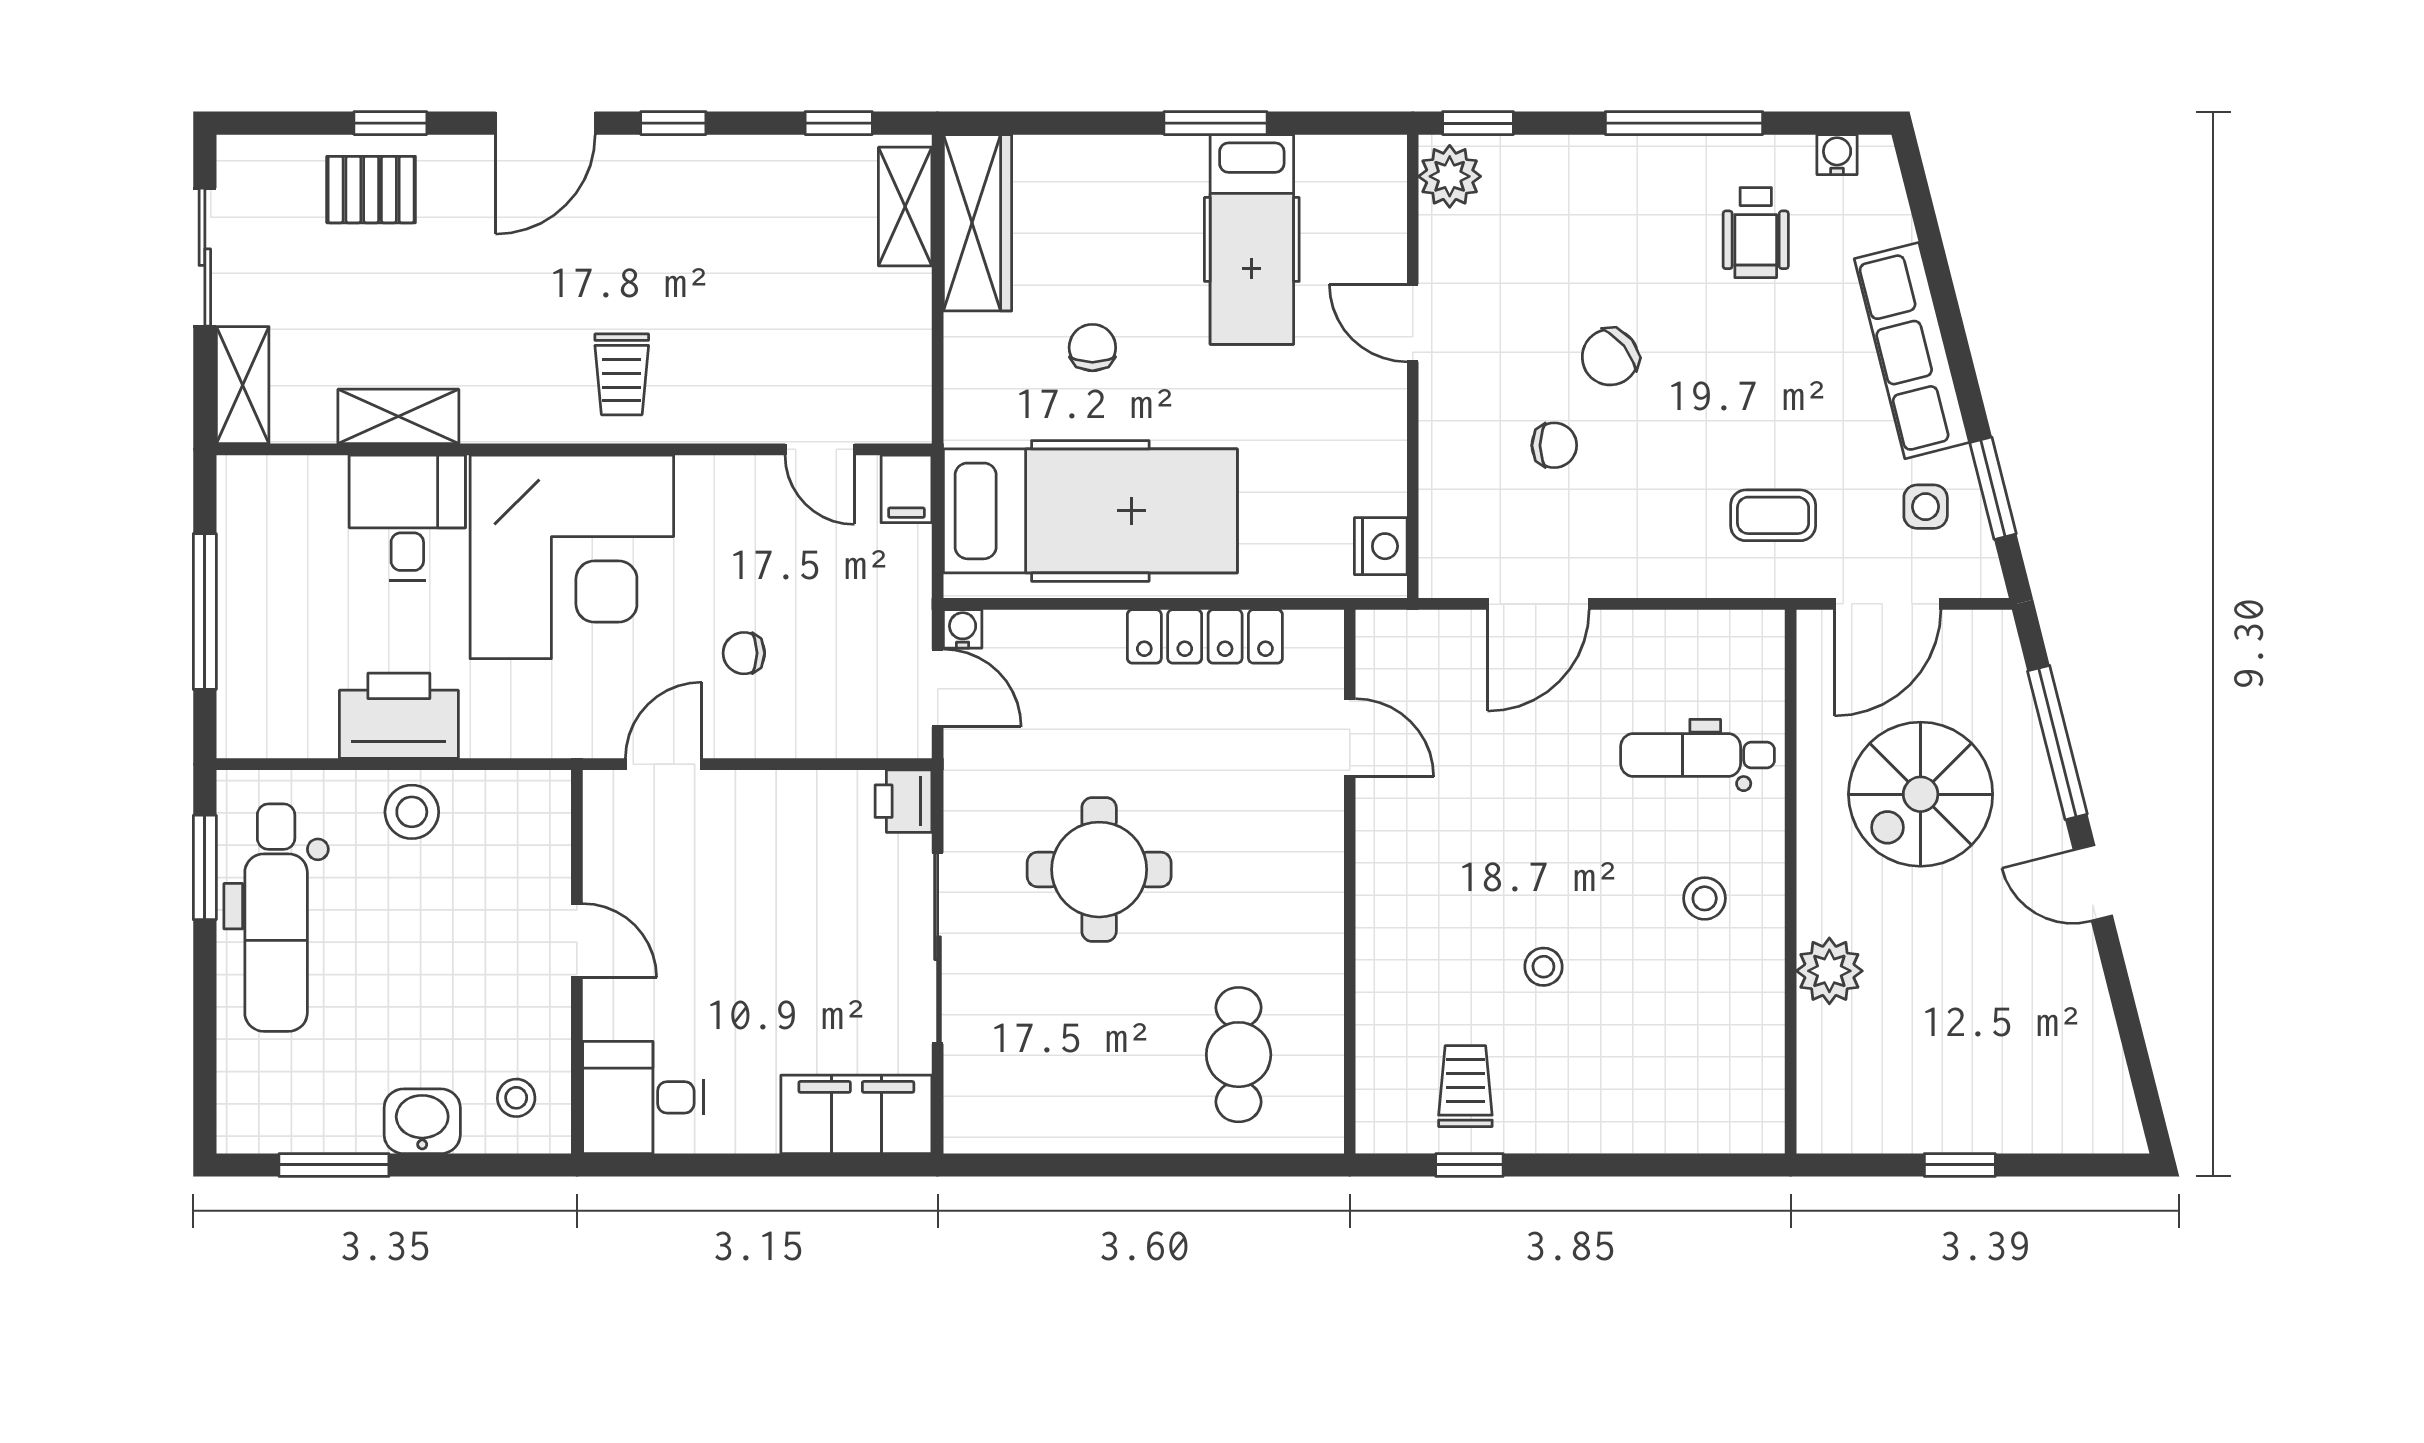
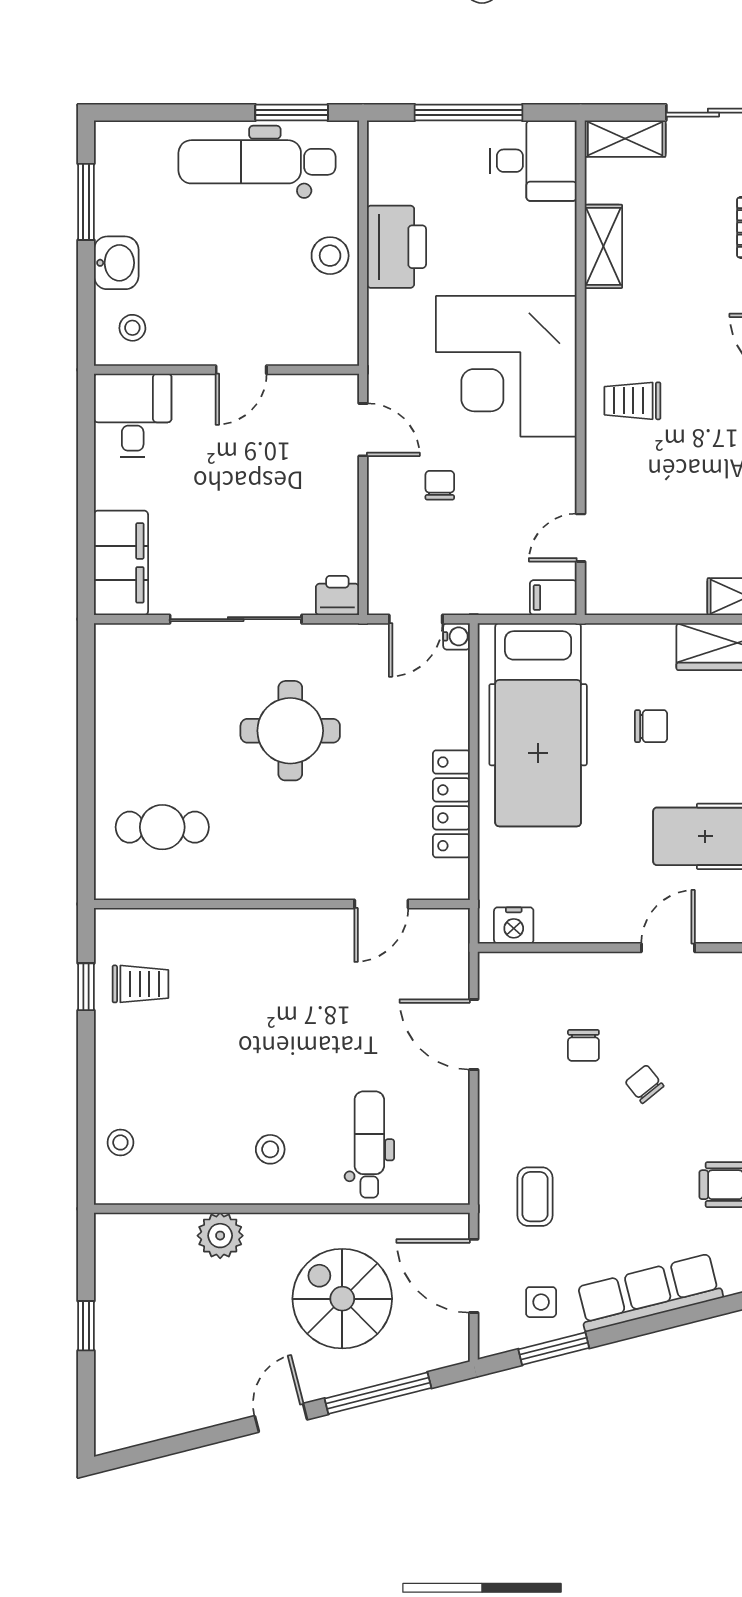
chair: (1610, 357) -> (644, 1084), width x0.73, depth x0.73
desk: (407, 518) -> (533, 161), moved
stool: (1543, 967) -> (120, 1142), moved

